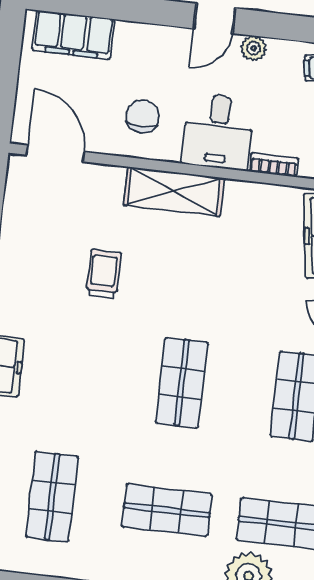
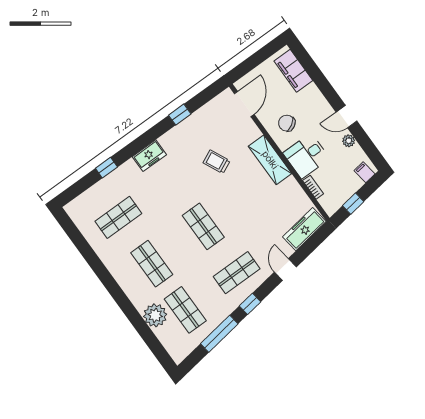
chair: (142, 116) -> (287, 123), turned -121
trolley: (104, 274) -> (217, 162), turned -115
shop shelf: (182, 383) -> (203, 226), turned 90

